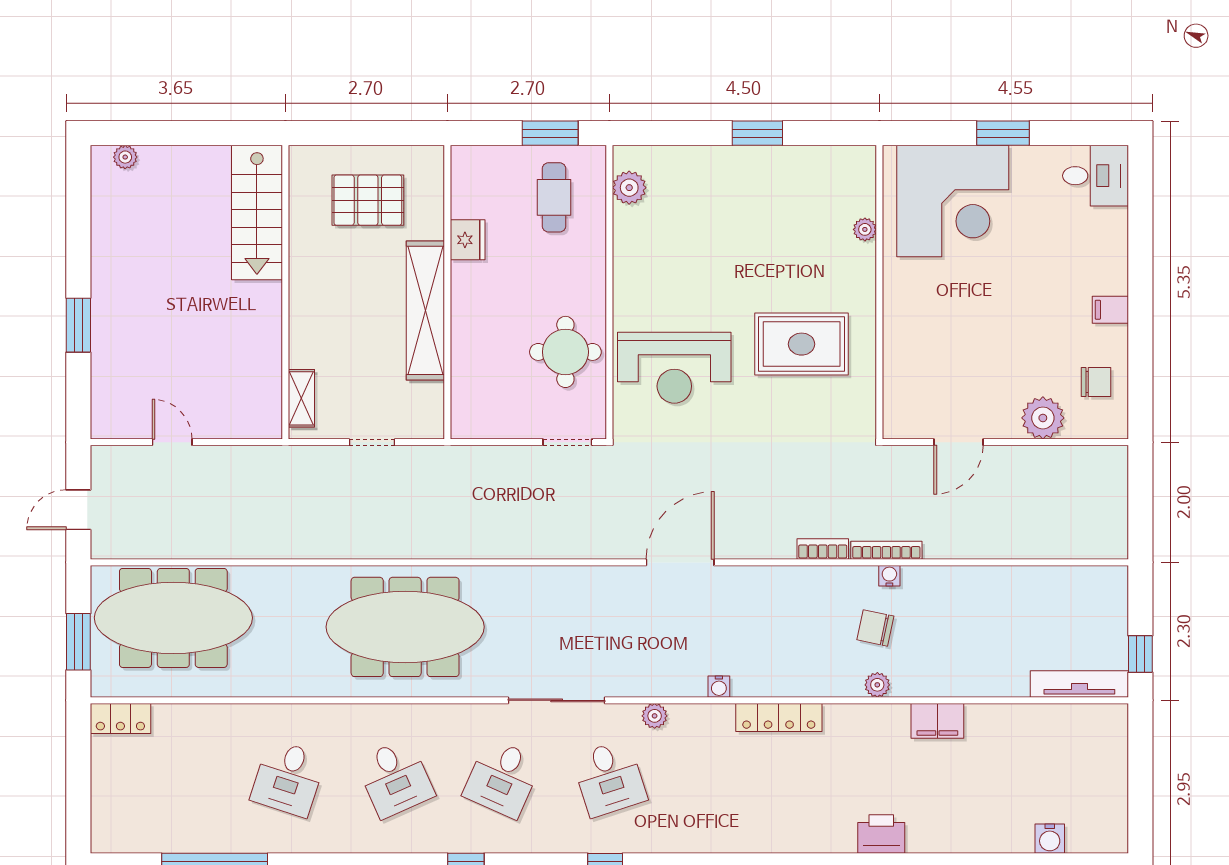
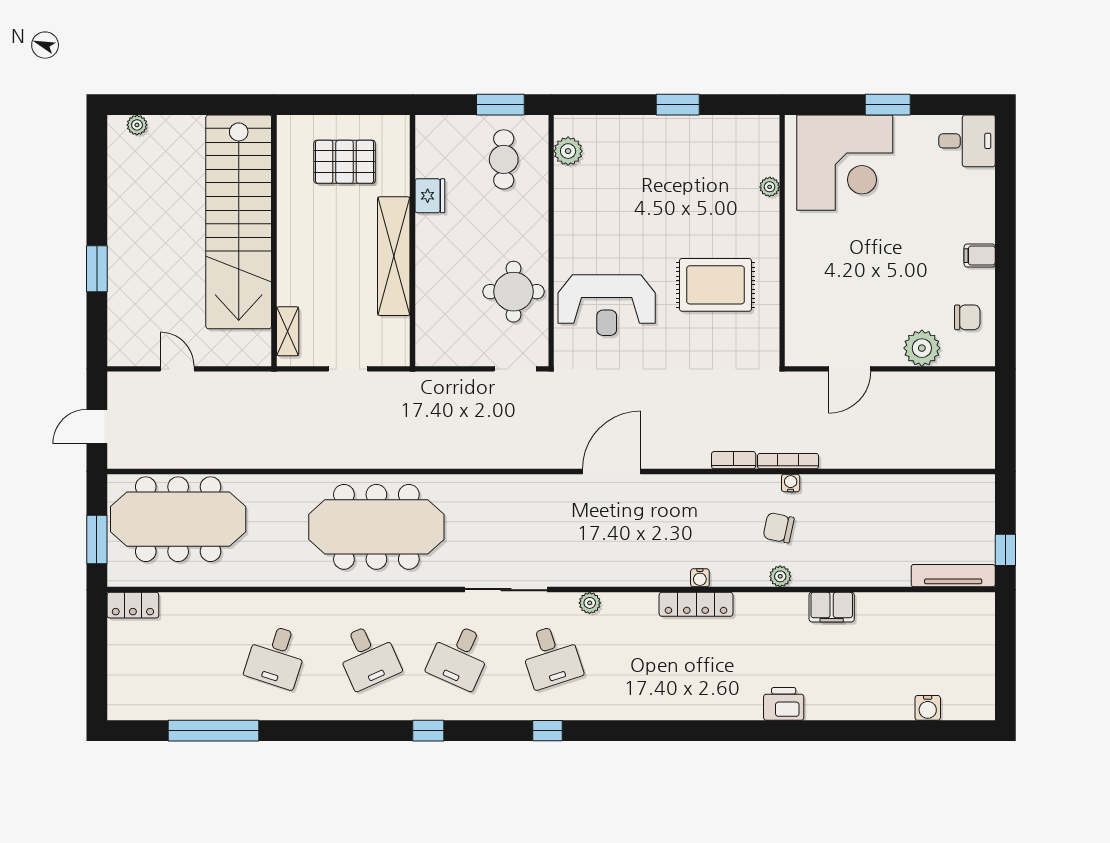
stairs: (257, 213) -> (239, 222), width x1.86, depth x1.51
water cooler: (719, 687) -> (700, 578), moved

